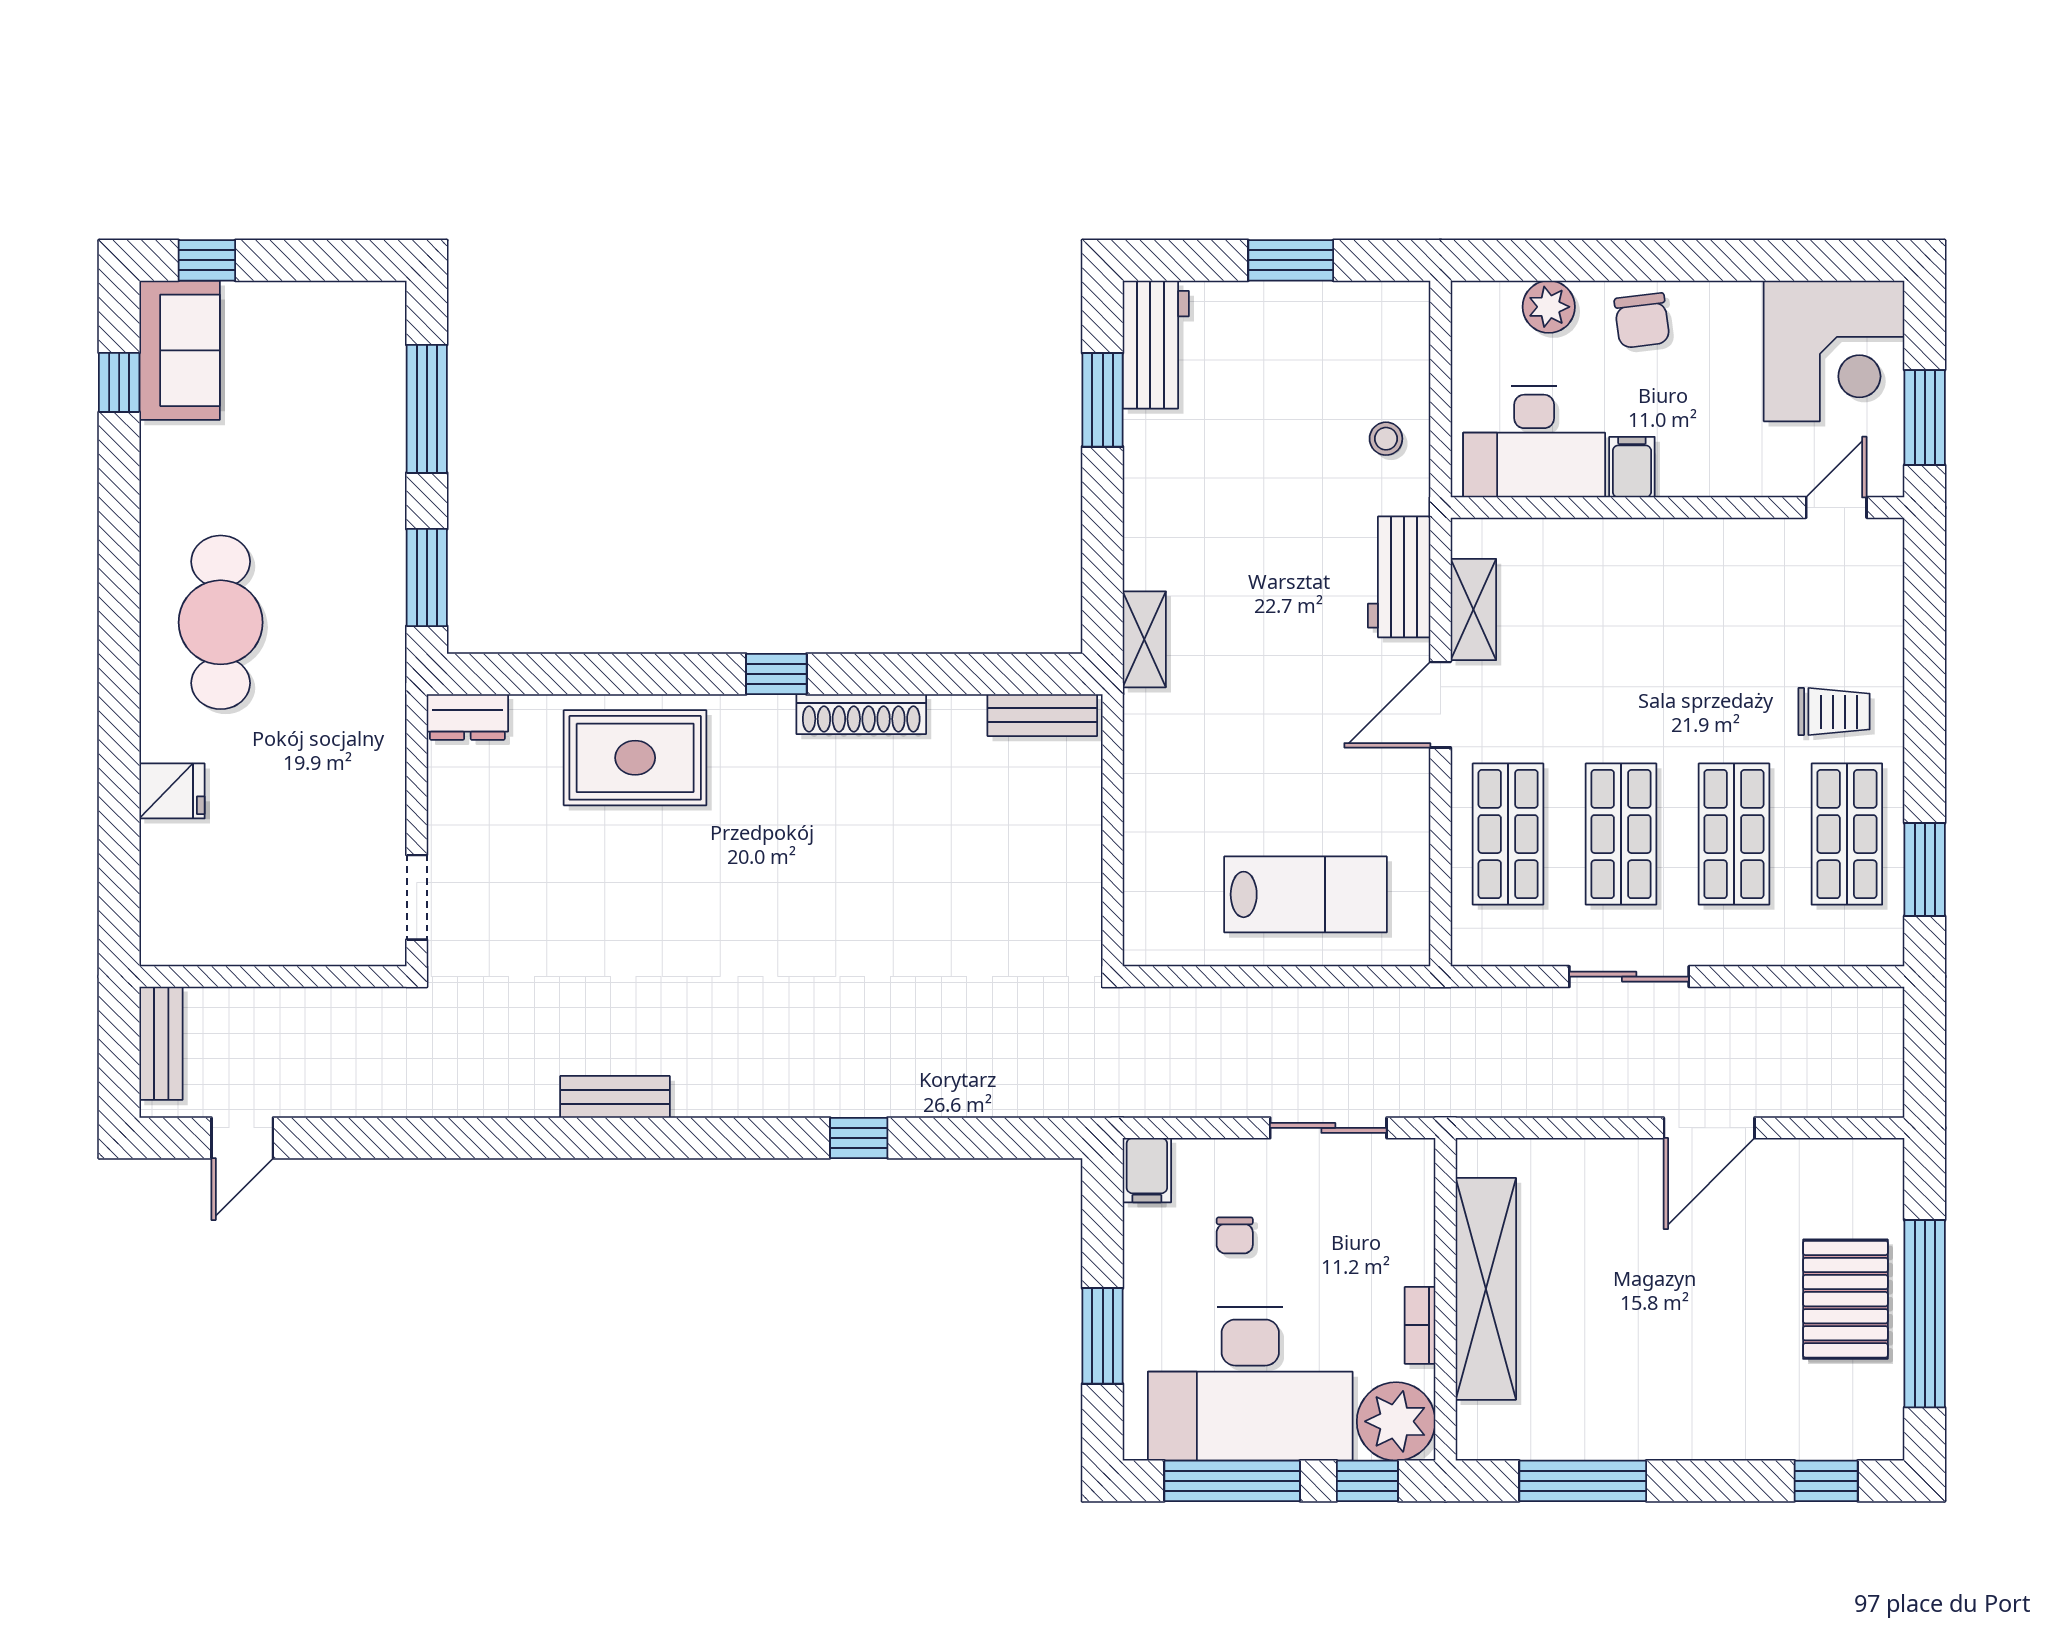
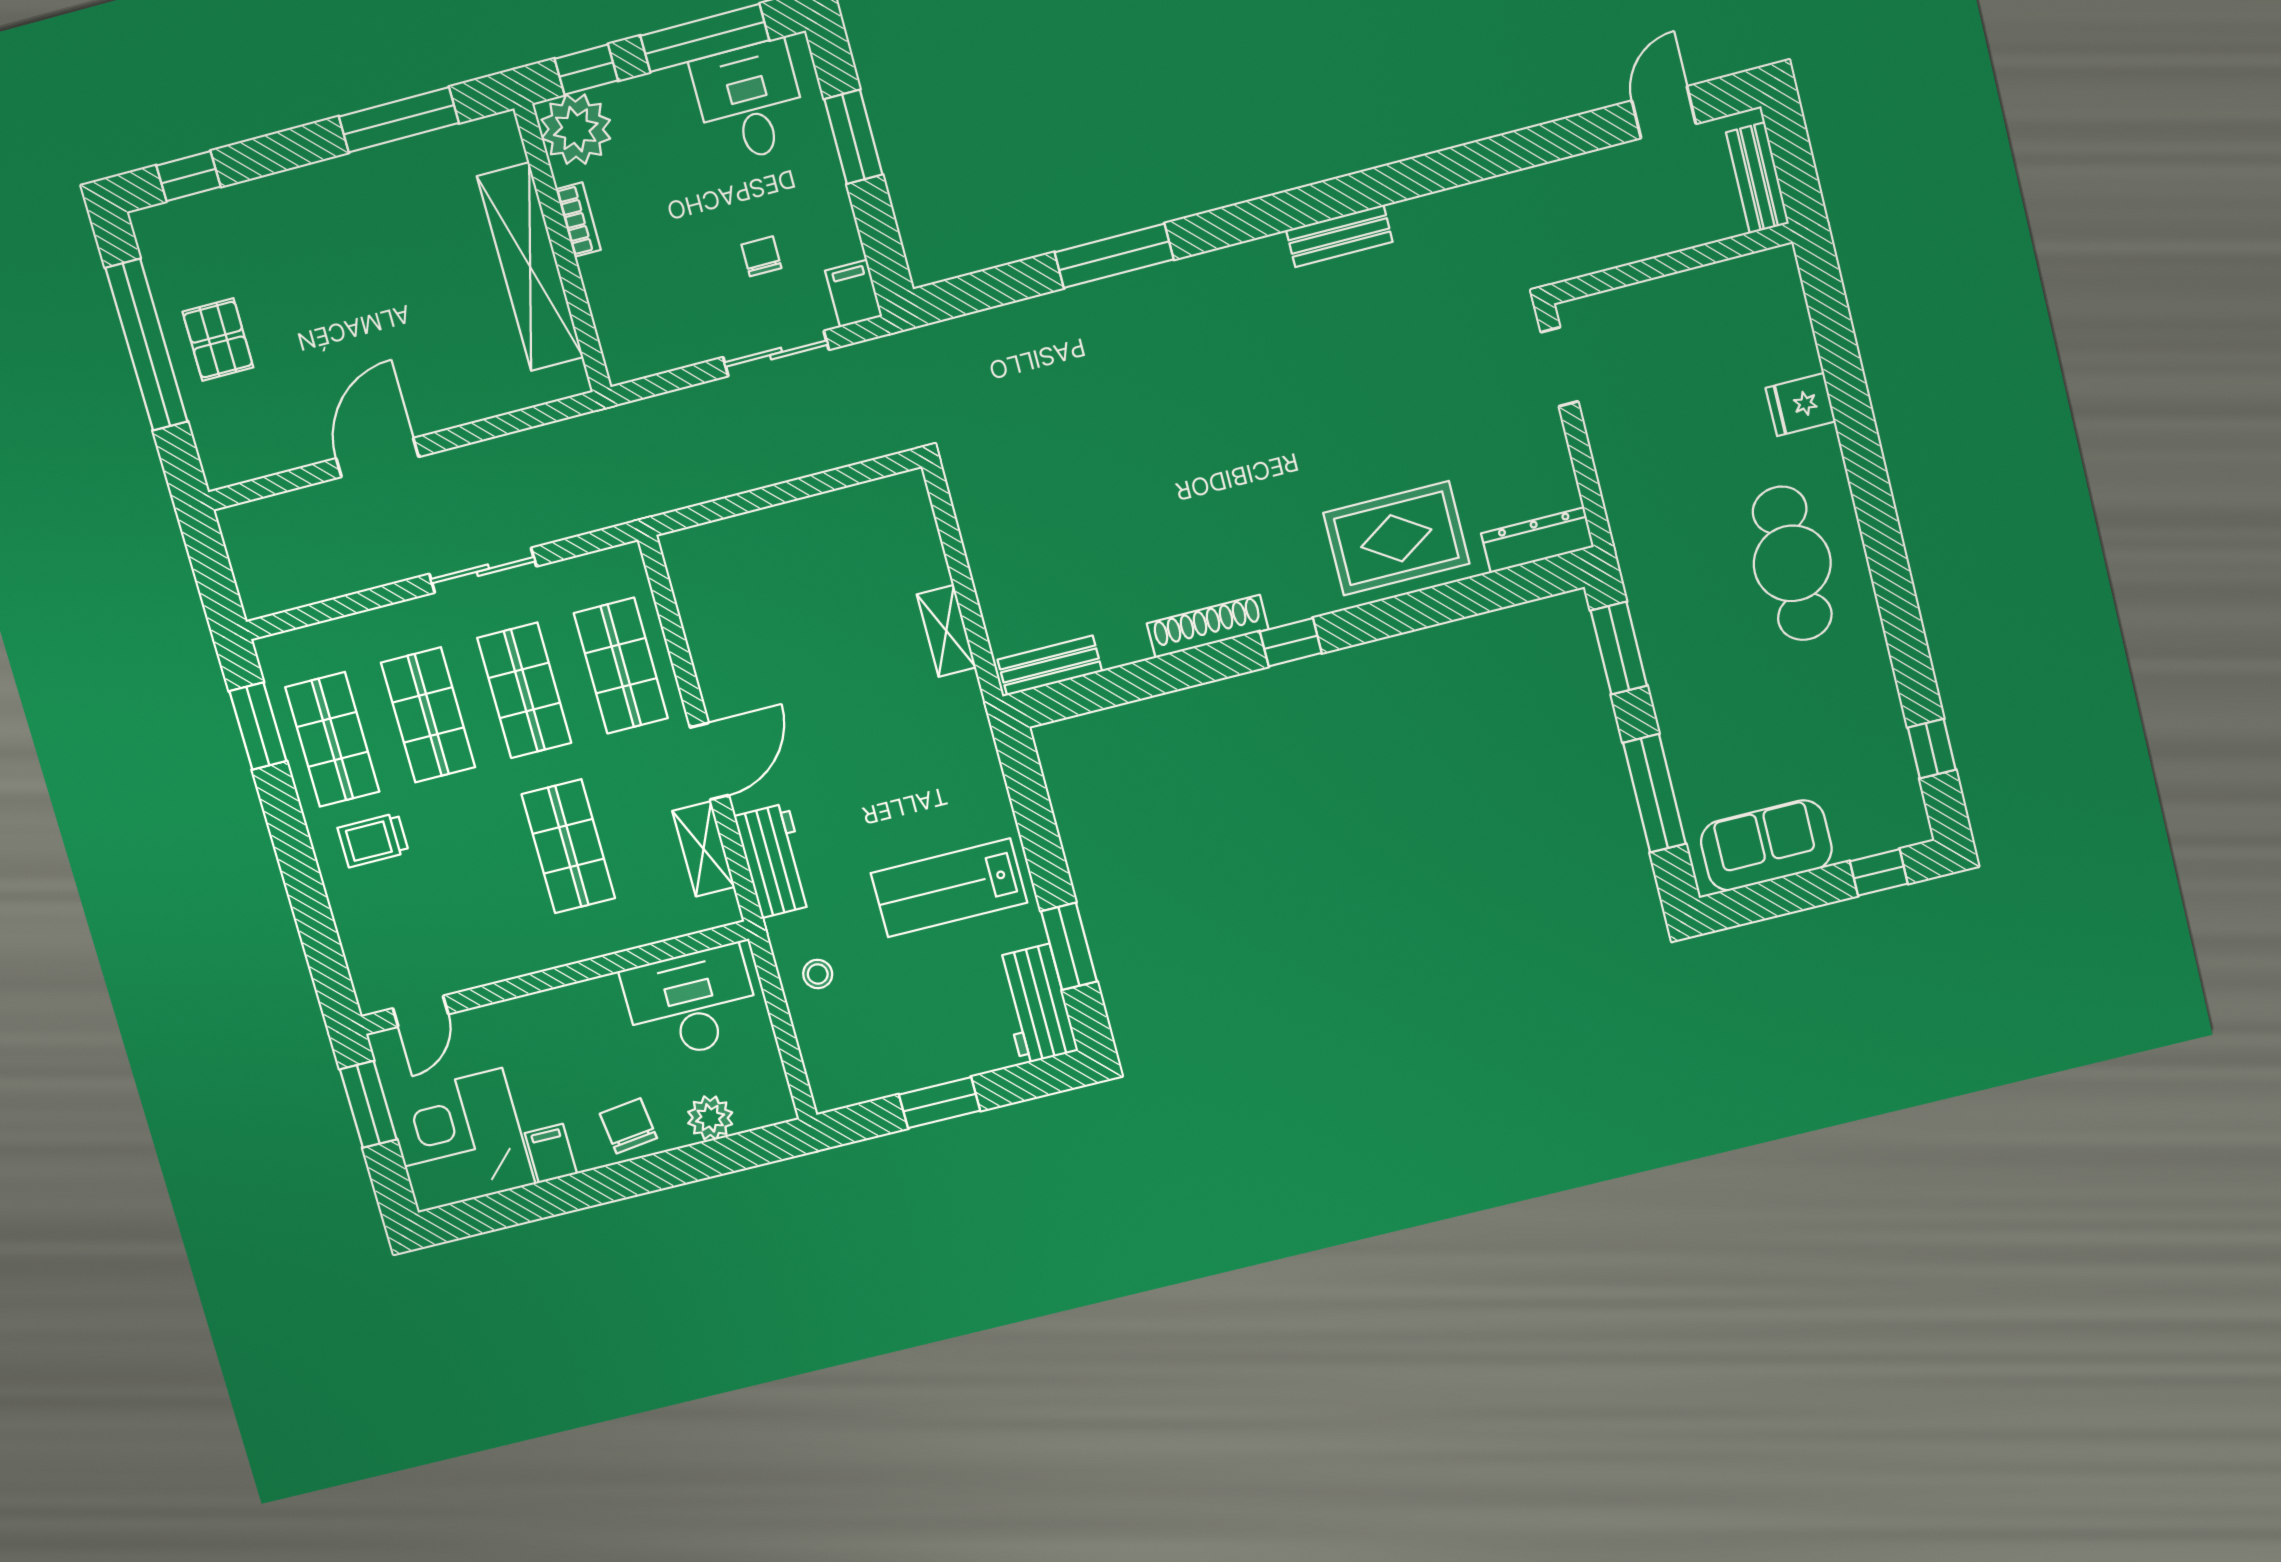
sofa: (180, 350) -> (1766, 845), moved, turned 90
filing cabinet: (1632, 467) -> (551, 1153), moved, turned 180
shelving: (1144, 639) -> (946, 631), moved
shop shelf: (1621, 650) -> (568, 846), added
dresser: (467, 717) -> (1537, 540), width x1.44
lab bench: (1305, 894) -> (949, 888), moved
sliding door: (1328, 1128) -> (776, 354), moved
window: (859, 1138) -> (1114, 256), width x2.17
pallet: (1845, 1299) -> (218, 340), width x0.67, depth x0.71
desk: (1250, 1384) -> (750, 102), width x0.53, depth x0.77

